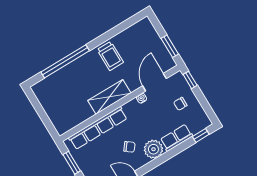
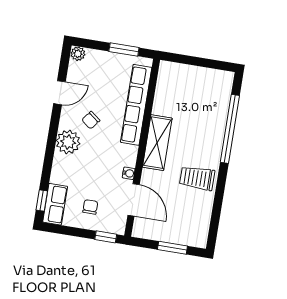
window: (170, 46) -> (172, 248), moved
row of seats: (176, 138) -> (55, 204), moved

